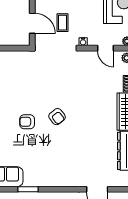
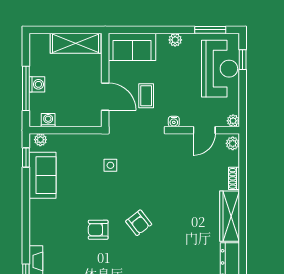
door: (106, 48) -> (204, 130), hinge flipped
side table: (36, 74) -> (110, 165), added

